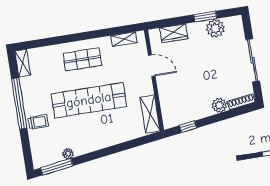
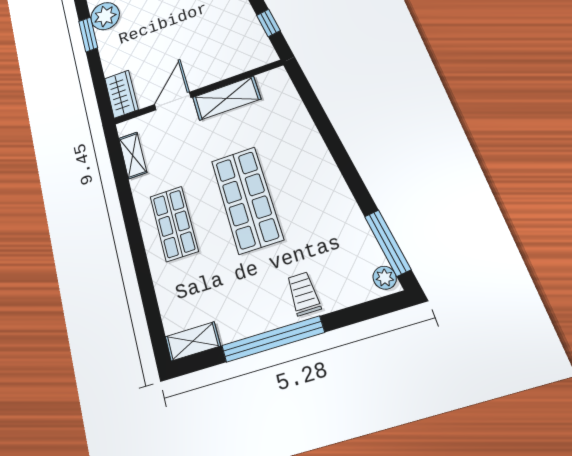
wardrobe: (174, 33) -> (121, 94), moved
shop shelf: (89, 100) -> (247, 200), width x0.71
shelving: (150, 114) -> (227, 98), moved
plant: (68, 154) -> (385, 278), moved

